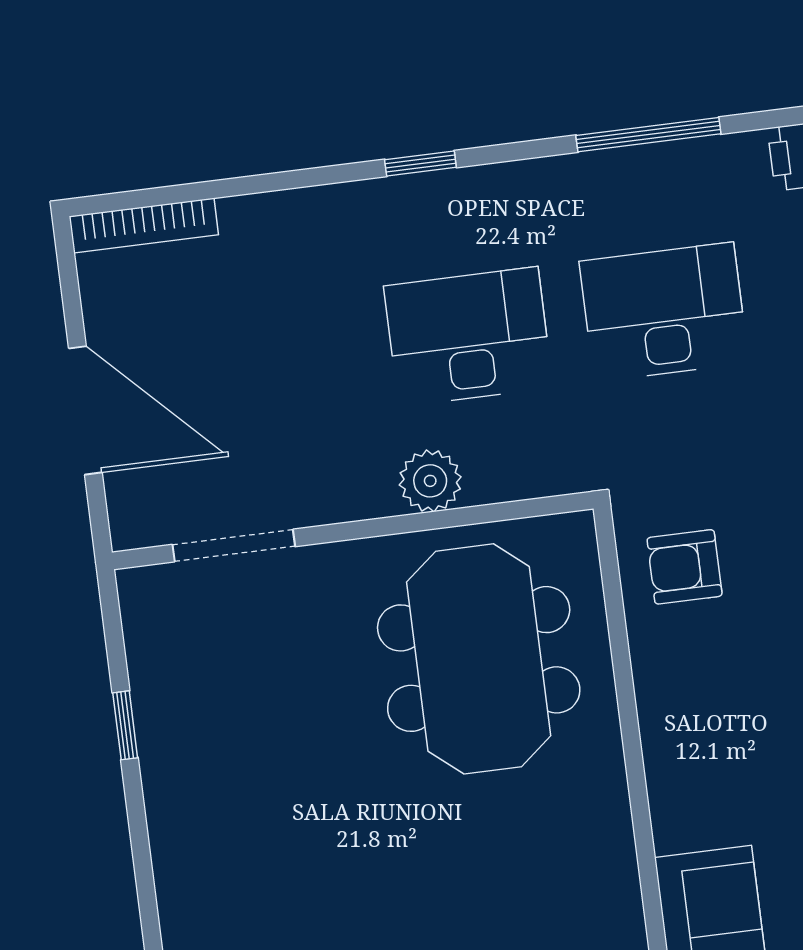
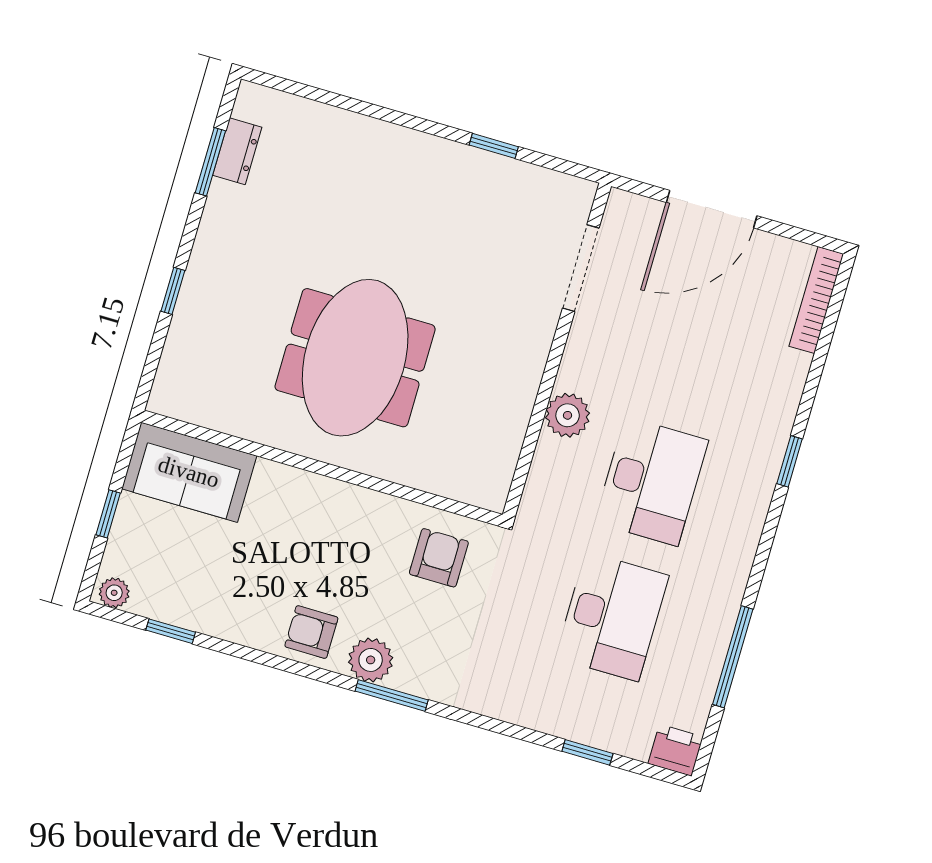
window: (420, 163) -> (790, 461), moved
meeting table: (479, 659) -> (355, 358), moved, turned 90

